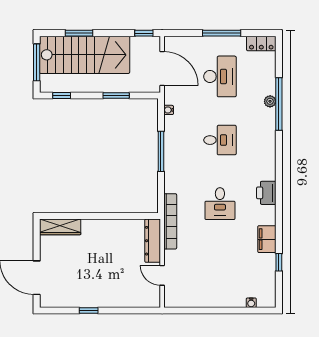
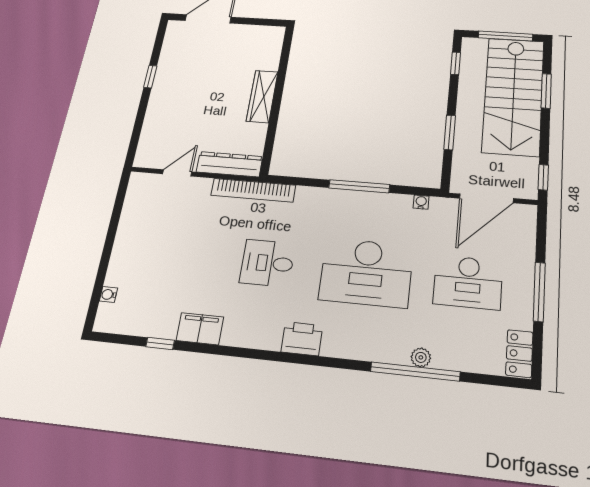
desk: (220, 140) -> (366, 273), width x1.87, depth x1.30
printer: (266, 193) -> (302, 339), moved
wardrobe: (60, 227) -> (262, 96), moved

